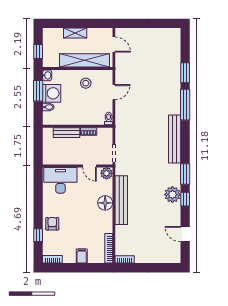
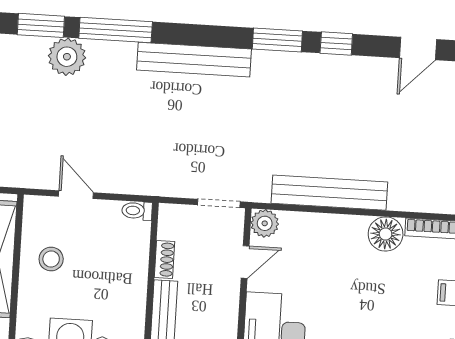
plant: (172, 195) -> (67, 57), moved
floor lamp: (105, 203) -> (386, 234), moved

